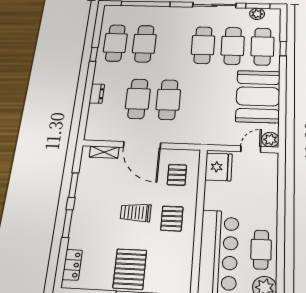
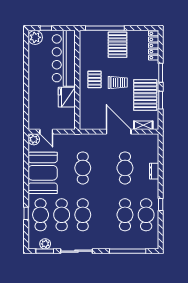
cafe table: (168, 100) -> (83, 168), moved
door: (251, 149) -> (46, 132), hinge flipped
fridge: (219, 167) -> (67, 97), moved
pallet: (177, 175) -> (145, 95), moved, width x2.05, depth x2.00
cafe table: (261, 250) -> (38, 62), removed
locker: (72, 265) -> (154, 46), width x1.53

